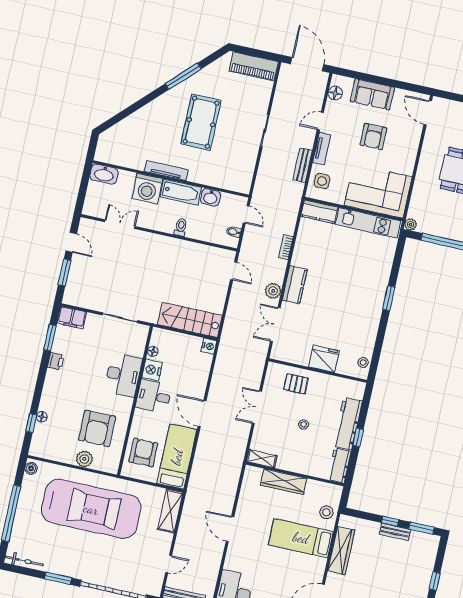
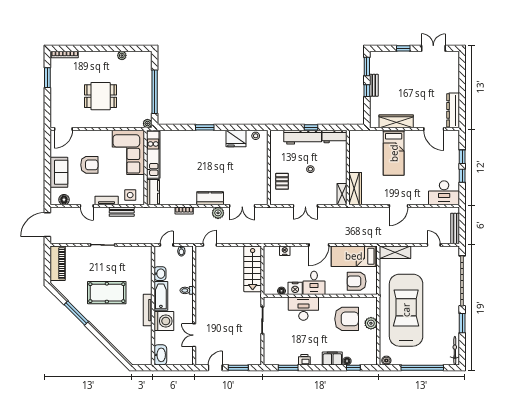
filing cabinet: (72, 318) -> (332, 358), moved, turned -90
nightstand: (209, 346) -> (285, 251), moved
fridge: (324, 359) -> (236, 138), moved, turned -90
wardrobe: (284, 482) -> (355, 189), moved
stool: (326, 512) -> (371, 138), removed

